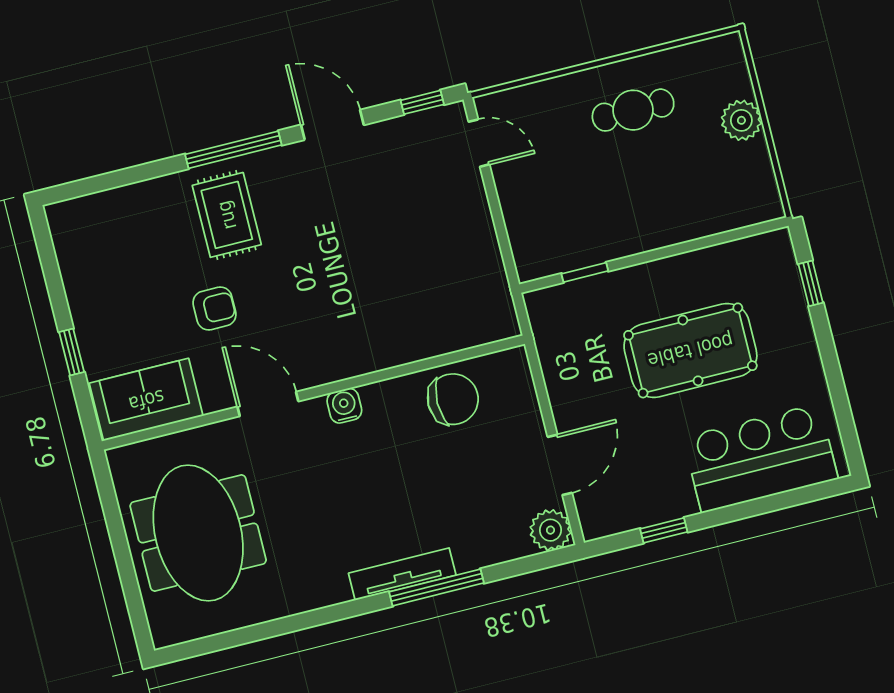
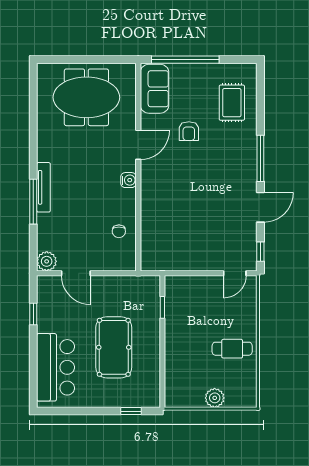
cafe table: (633, 110) -> (232, 349), turned 90
rug: (227, 215) -> (232, 103), moved, turned 90
window: (72, 352) -> (185, 60), width x3.17
chair: (453, 399) -> (119, 231), width x0.54, depth x0.54

